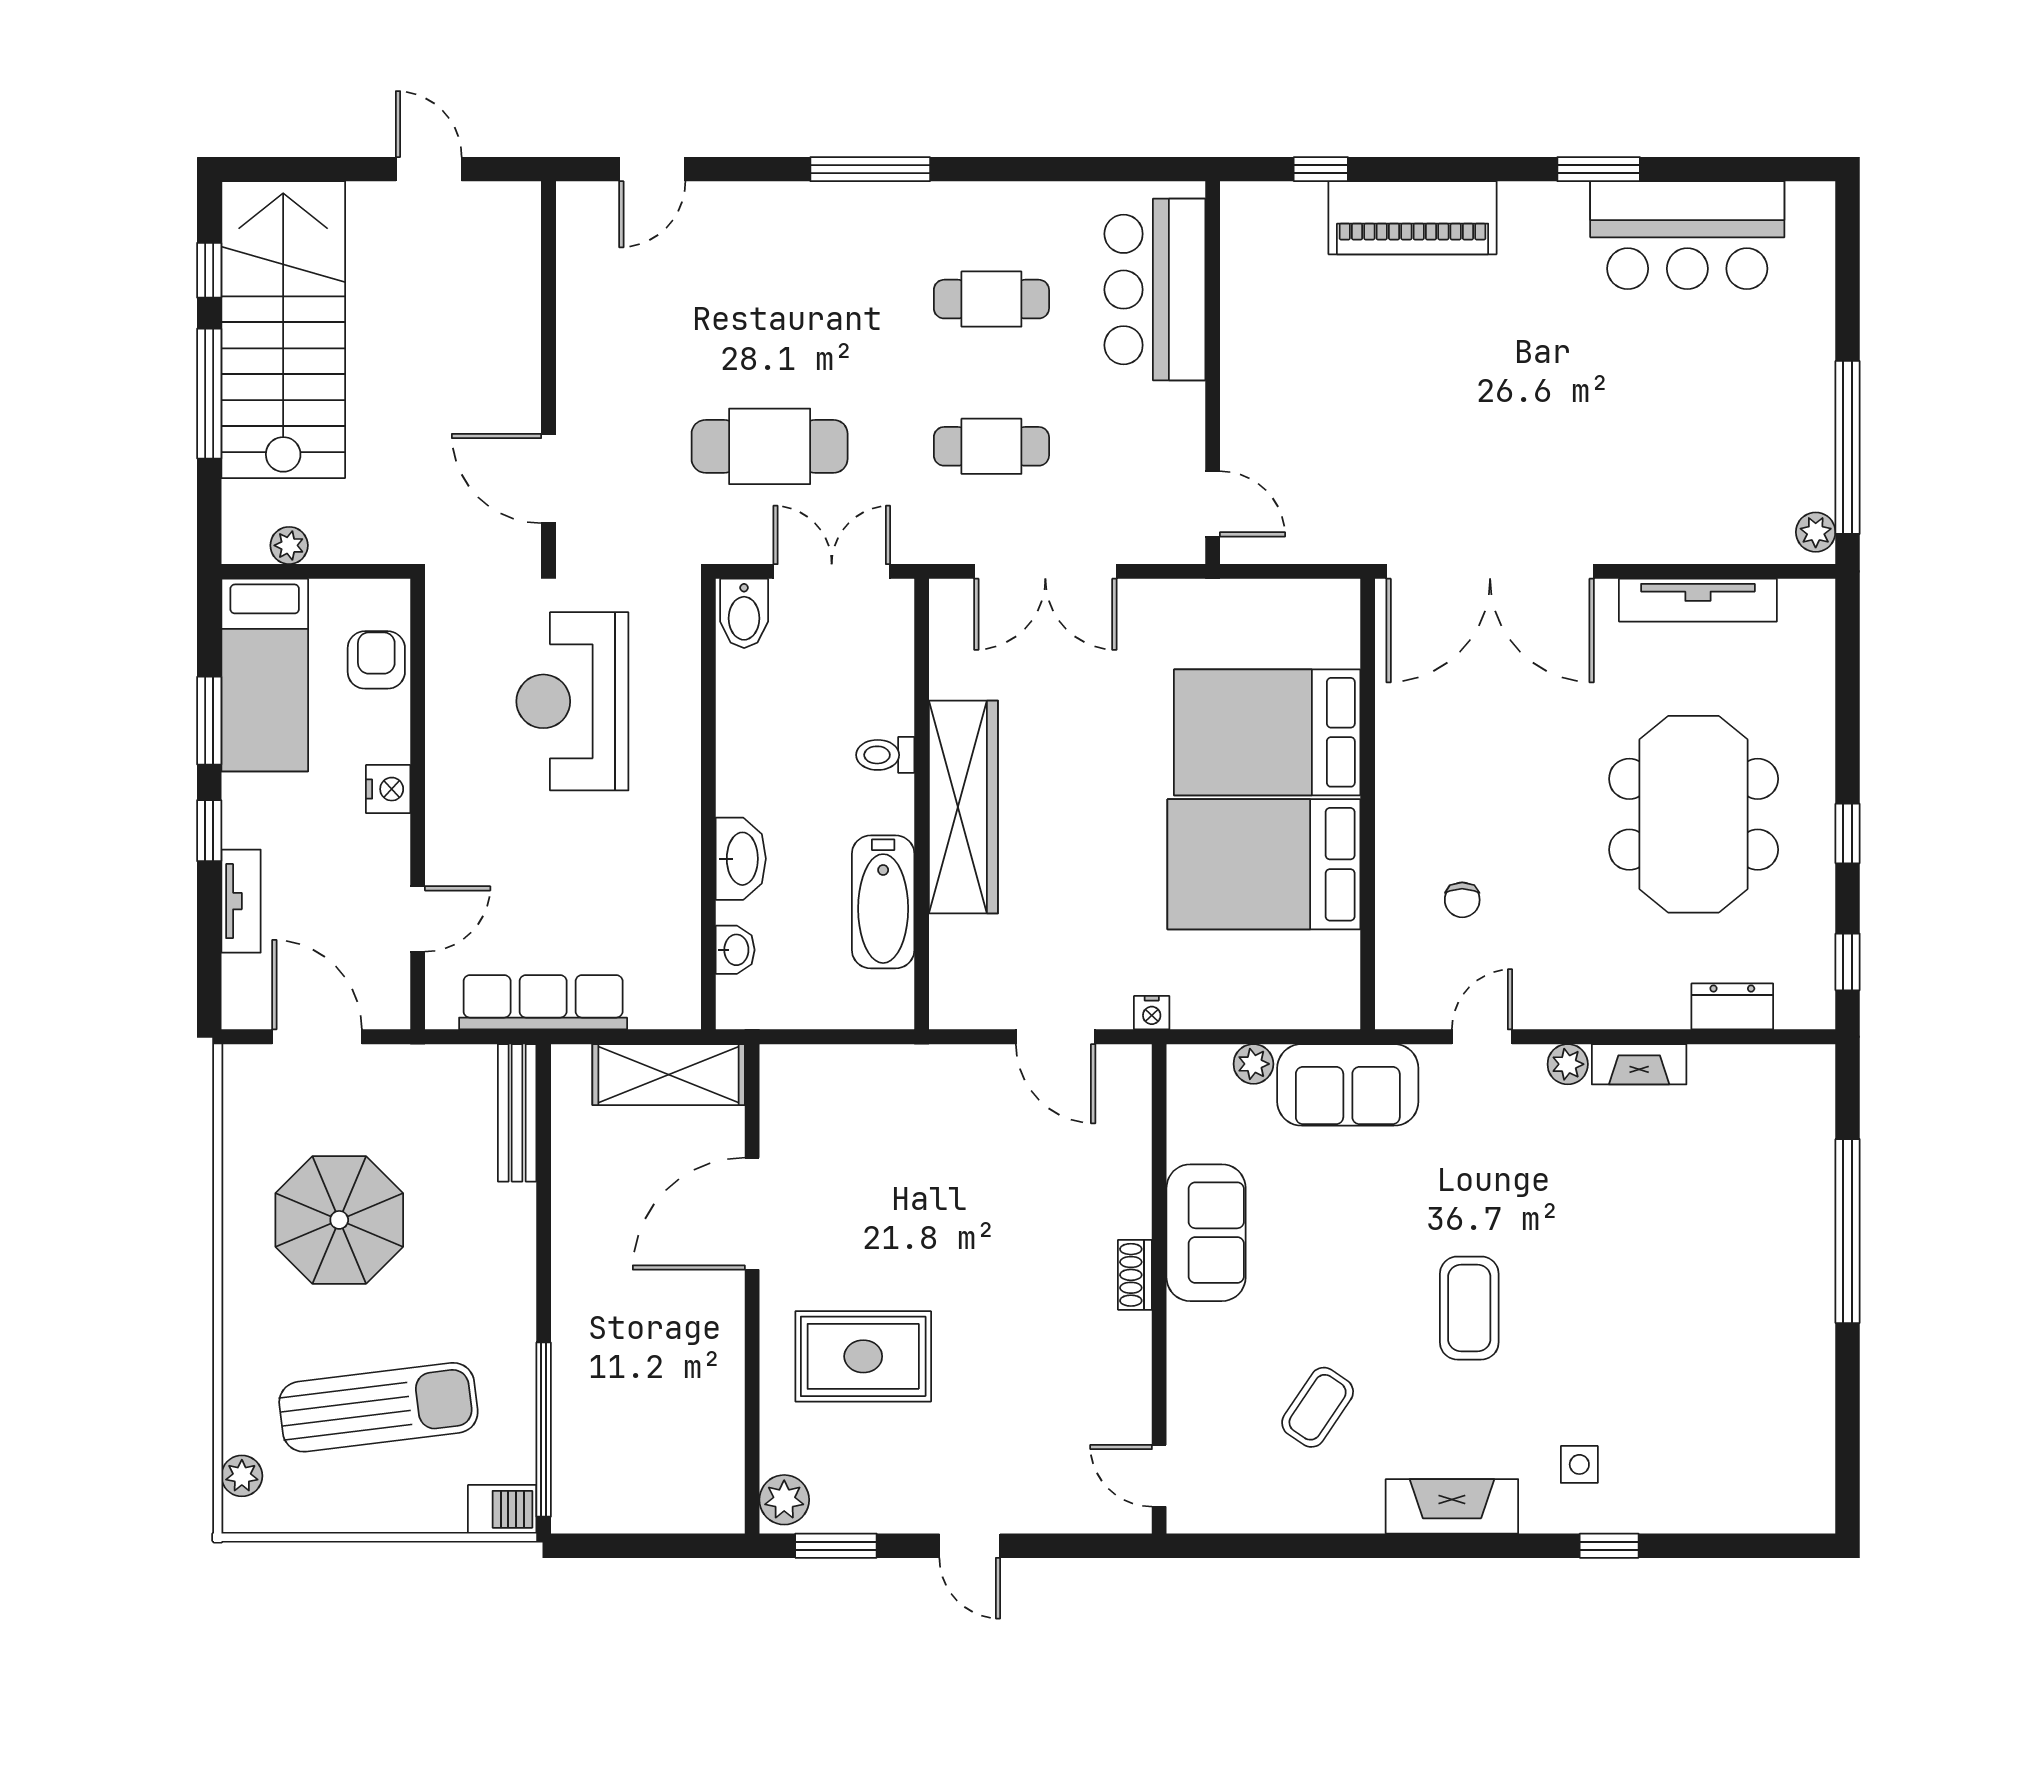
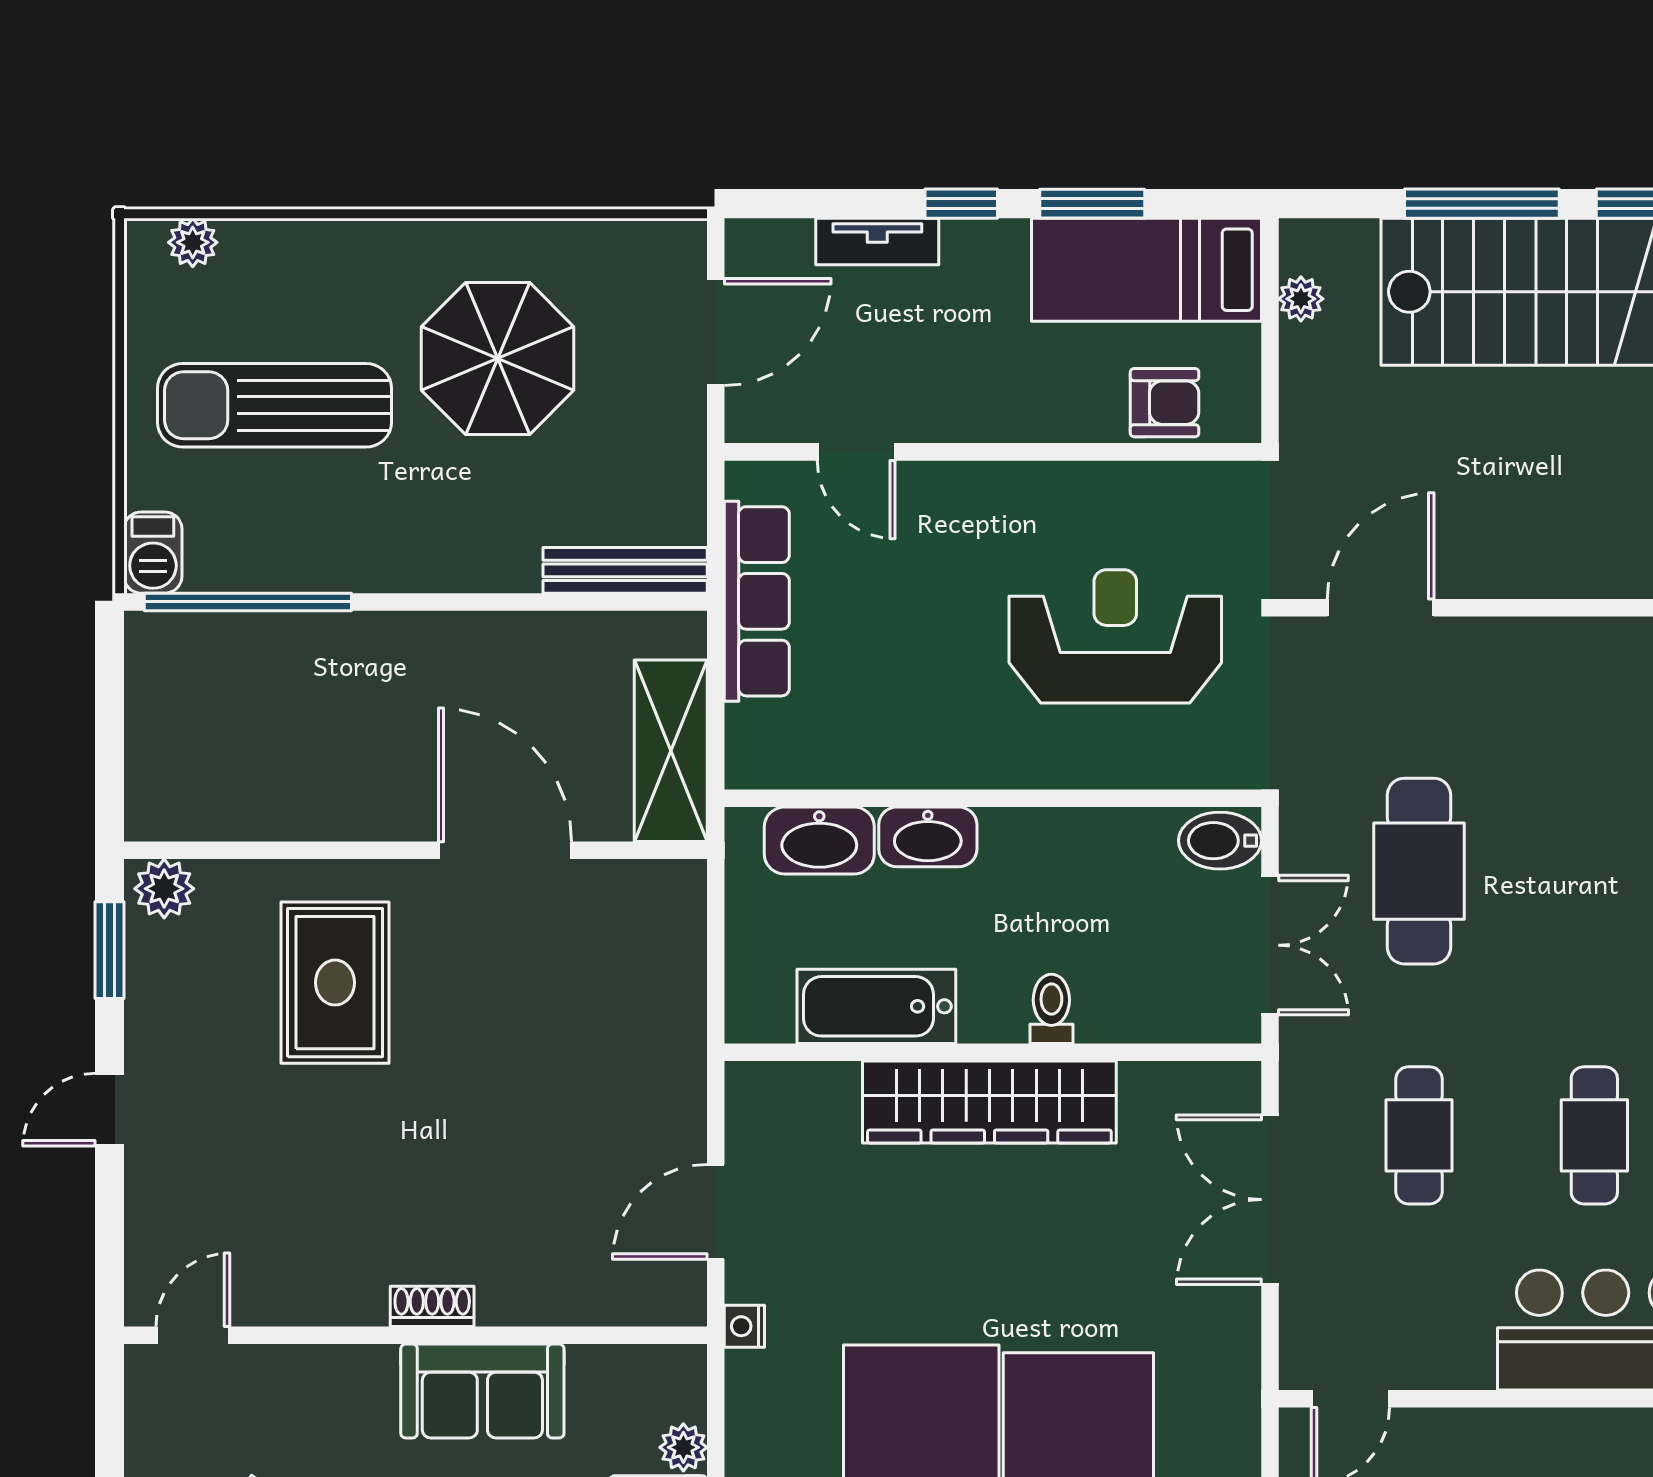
nightstand: (388, 789) -> (1011, 417), removed
washbasin: (735, 950) -> (819, 840), width x1.91, depth x1.45
sun lounger: (378, 1407) -> (274, 405), turned 97

